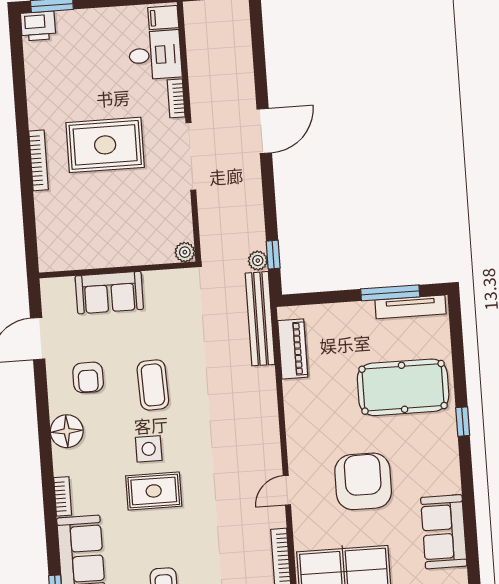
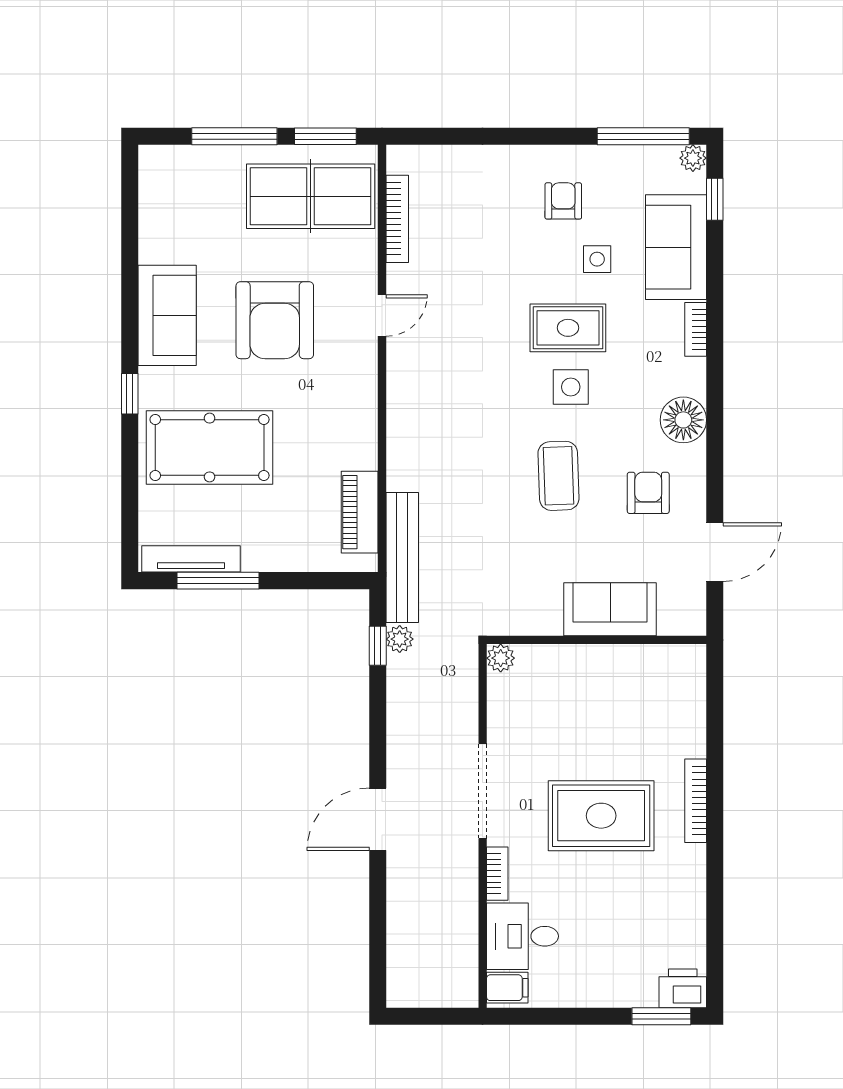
sofa: (444, 532) -> (167, 315), moved
side table: (136, 541) -> (597, 259), added

